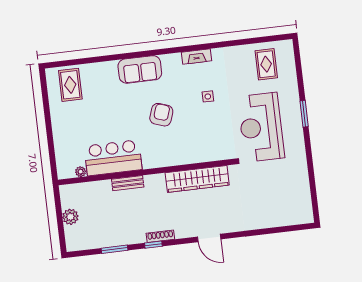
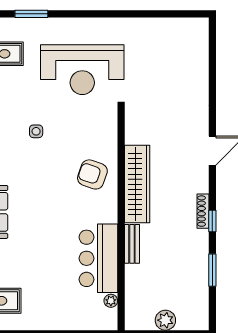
window: (304, 114) -> (31, 14), moved
armchair: (161, 115) -> (92, 174), moved
wardrobe: (197, 179) -> (137, 184), moved

